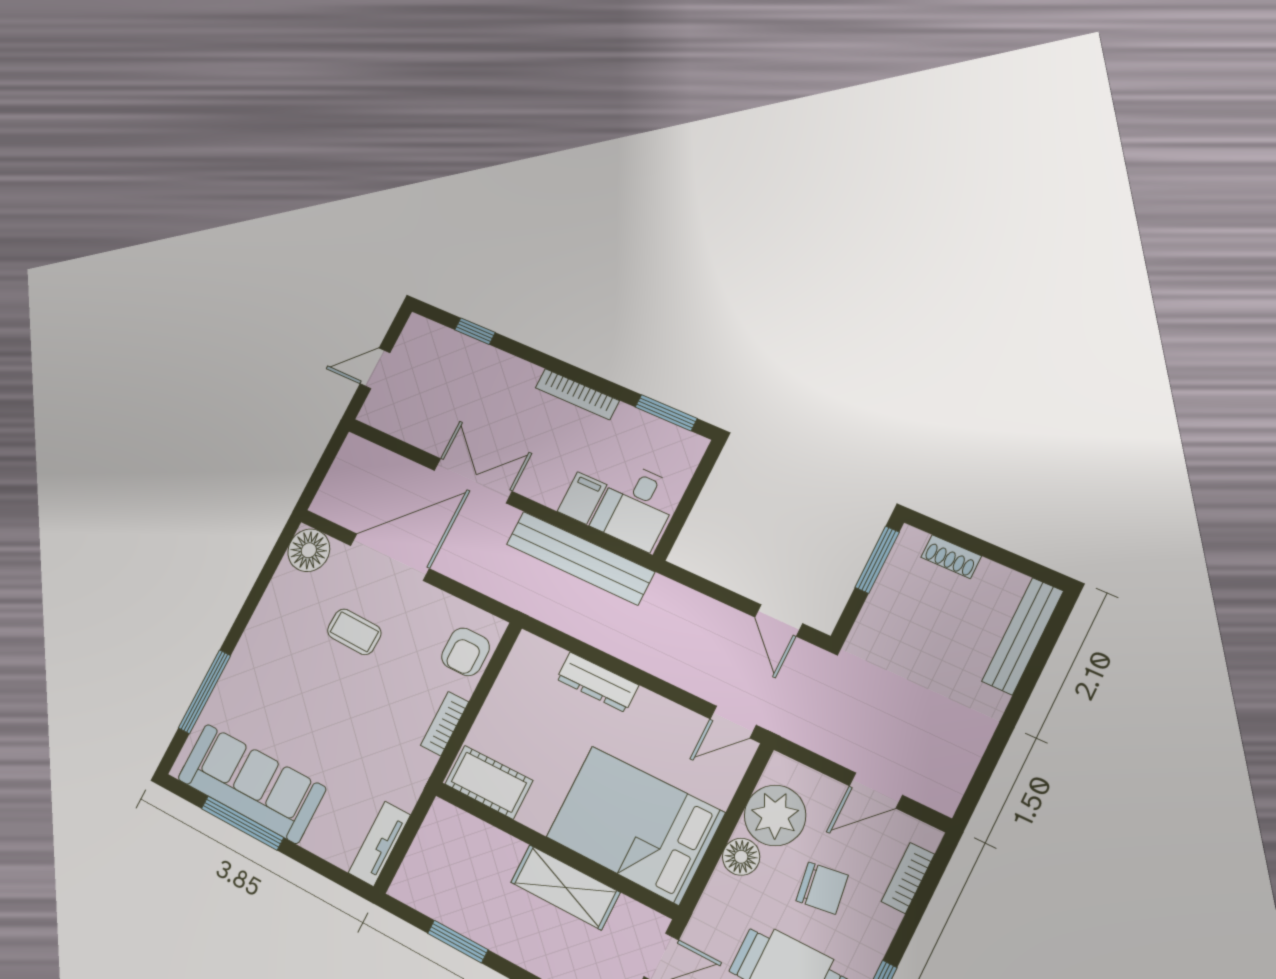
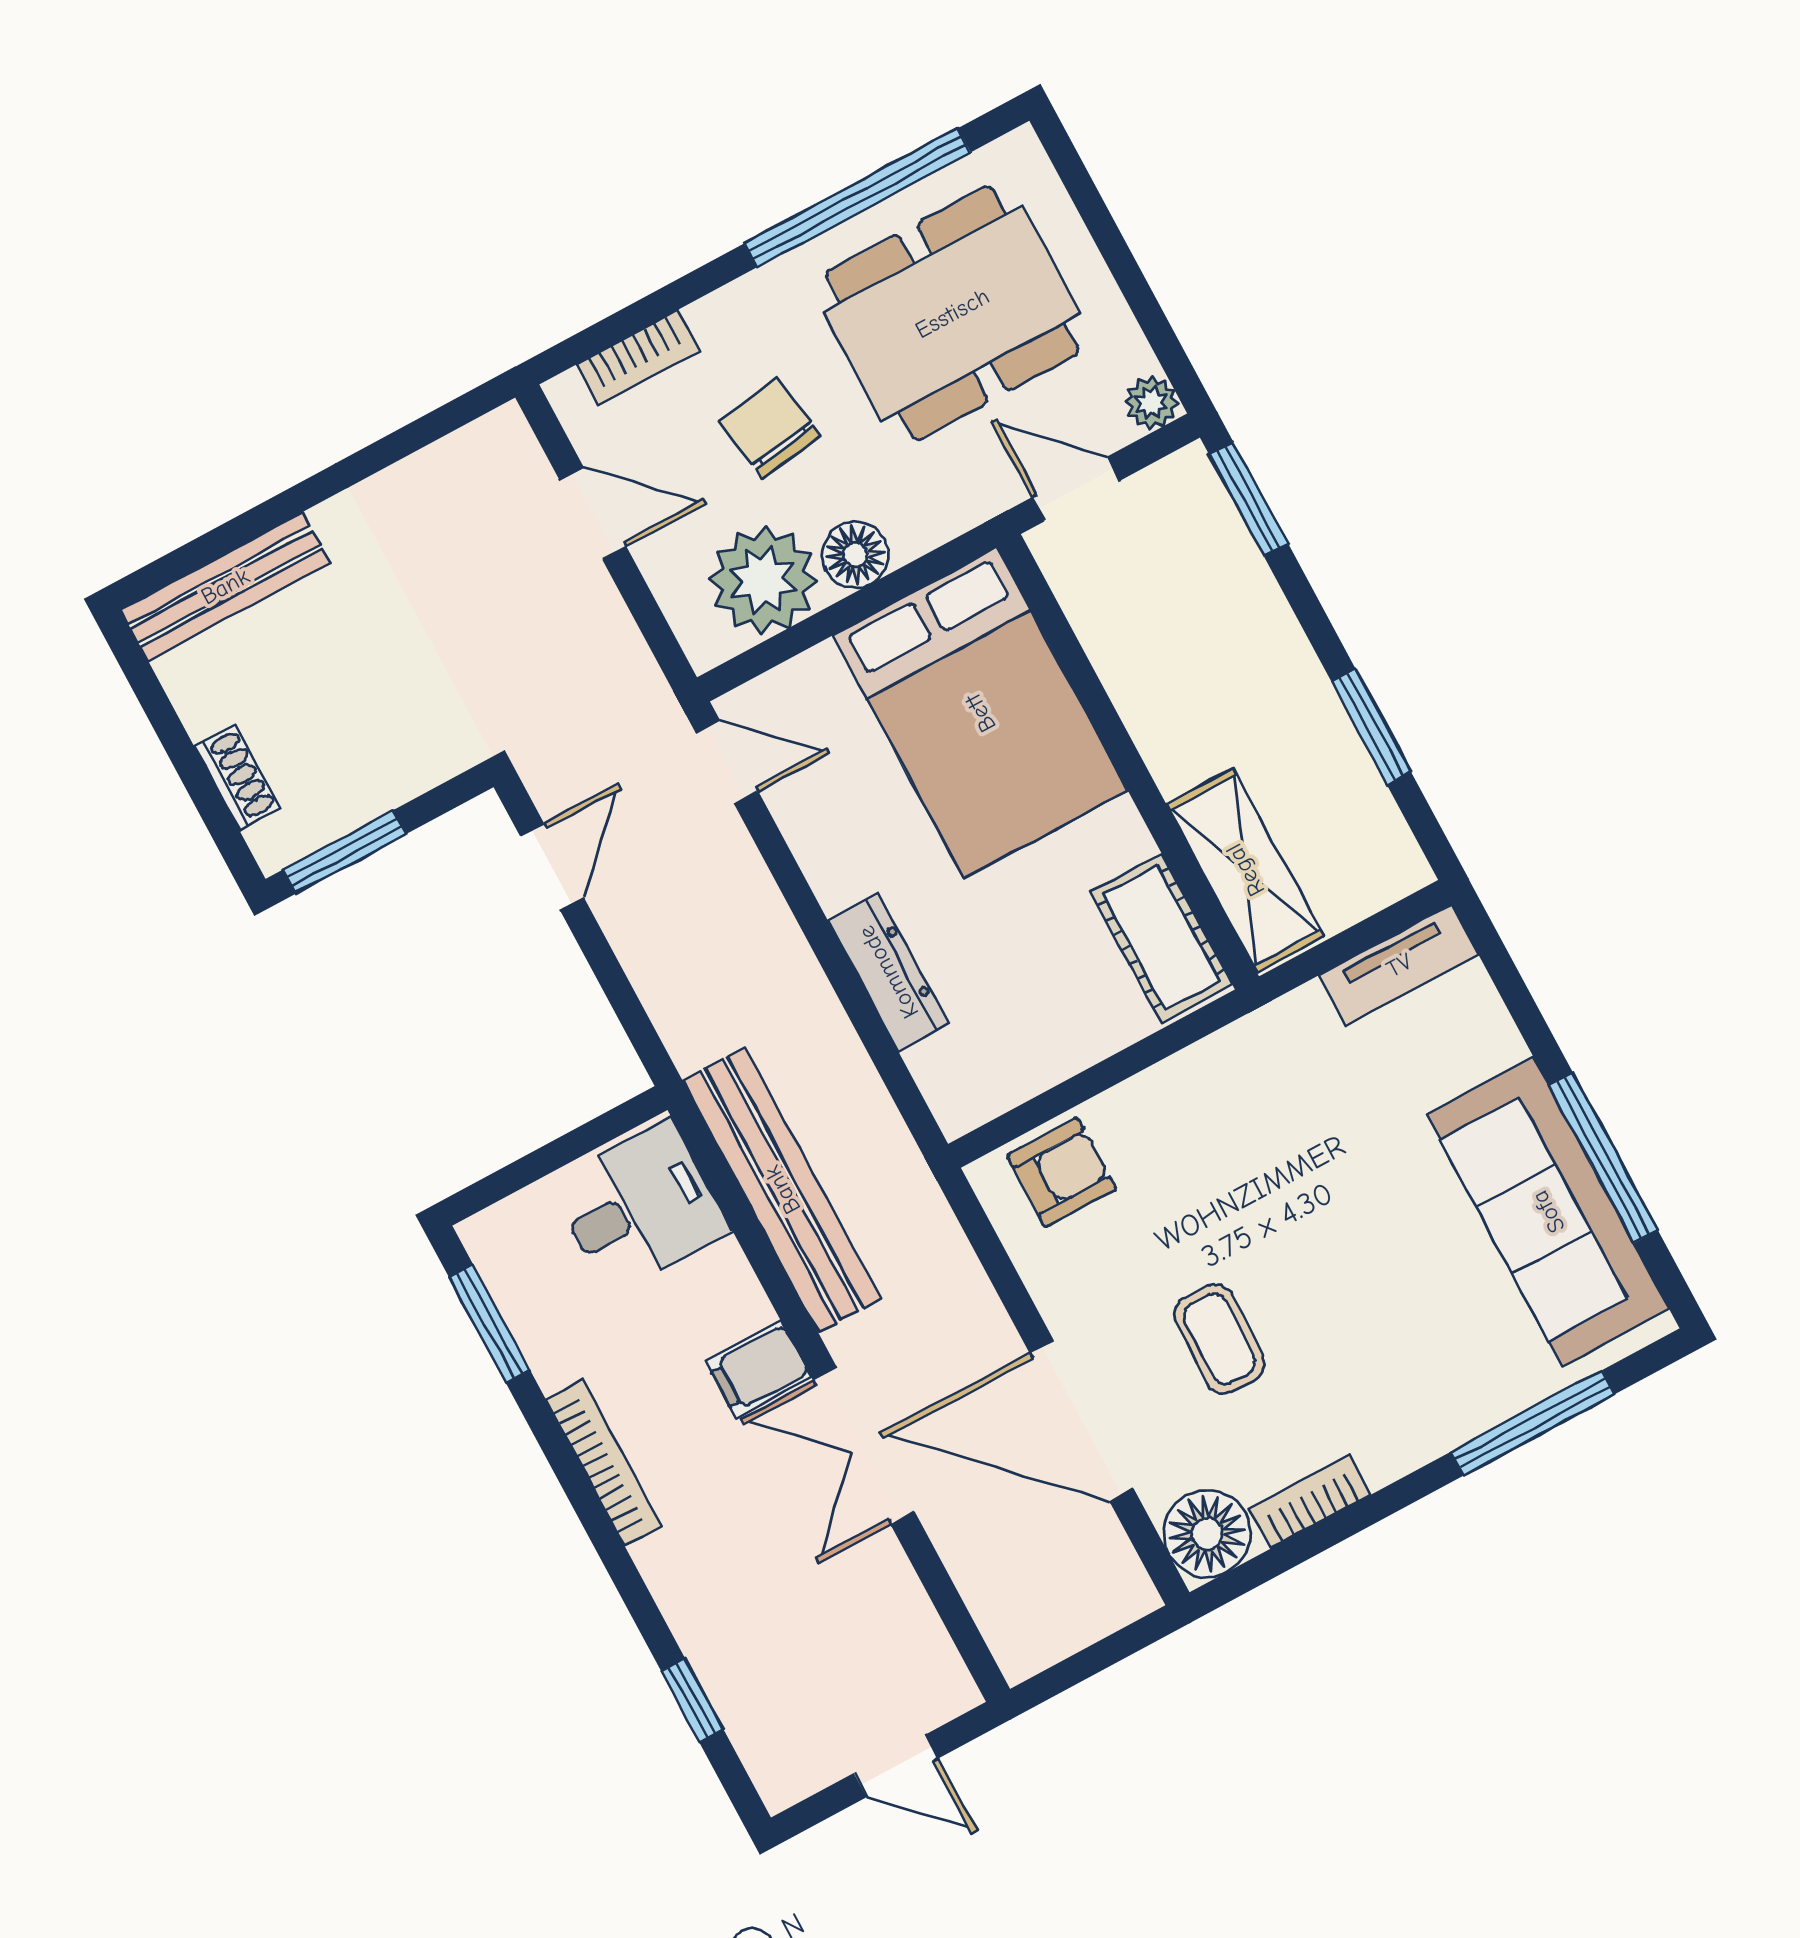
filing cabinet: (582, 498) -> (758, 1369), moved
bookcase: (445, 724) -> (1310, 1501), moved, turned 180
shelving: (565, 887) -> (1245, 870), moved

